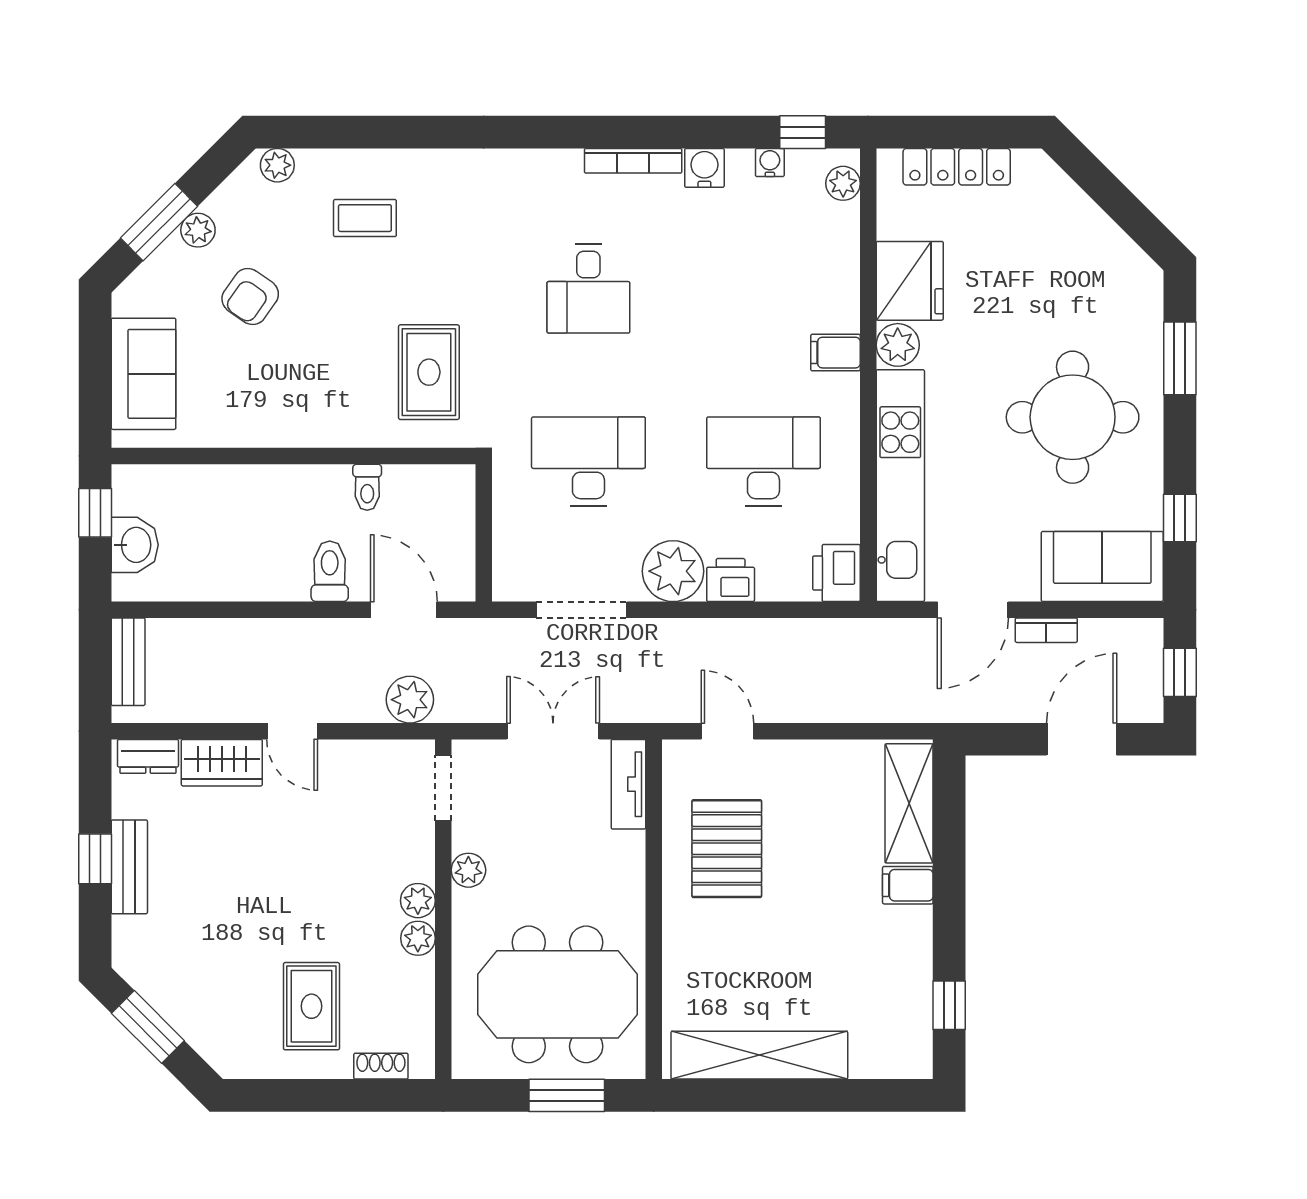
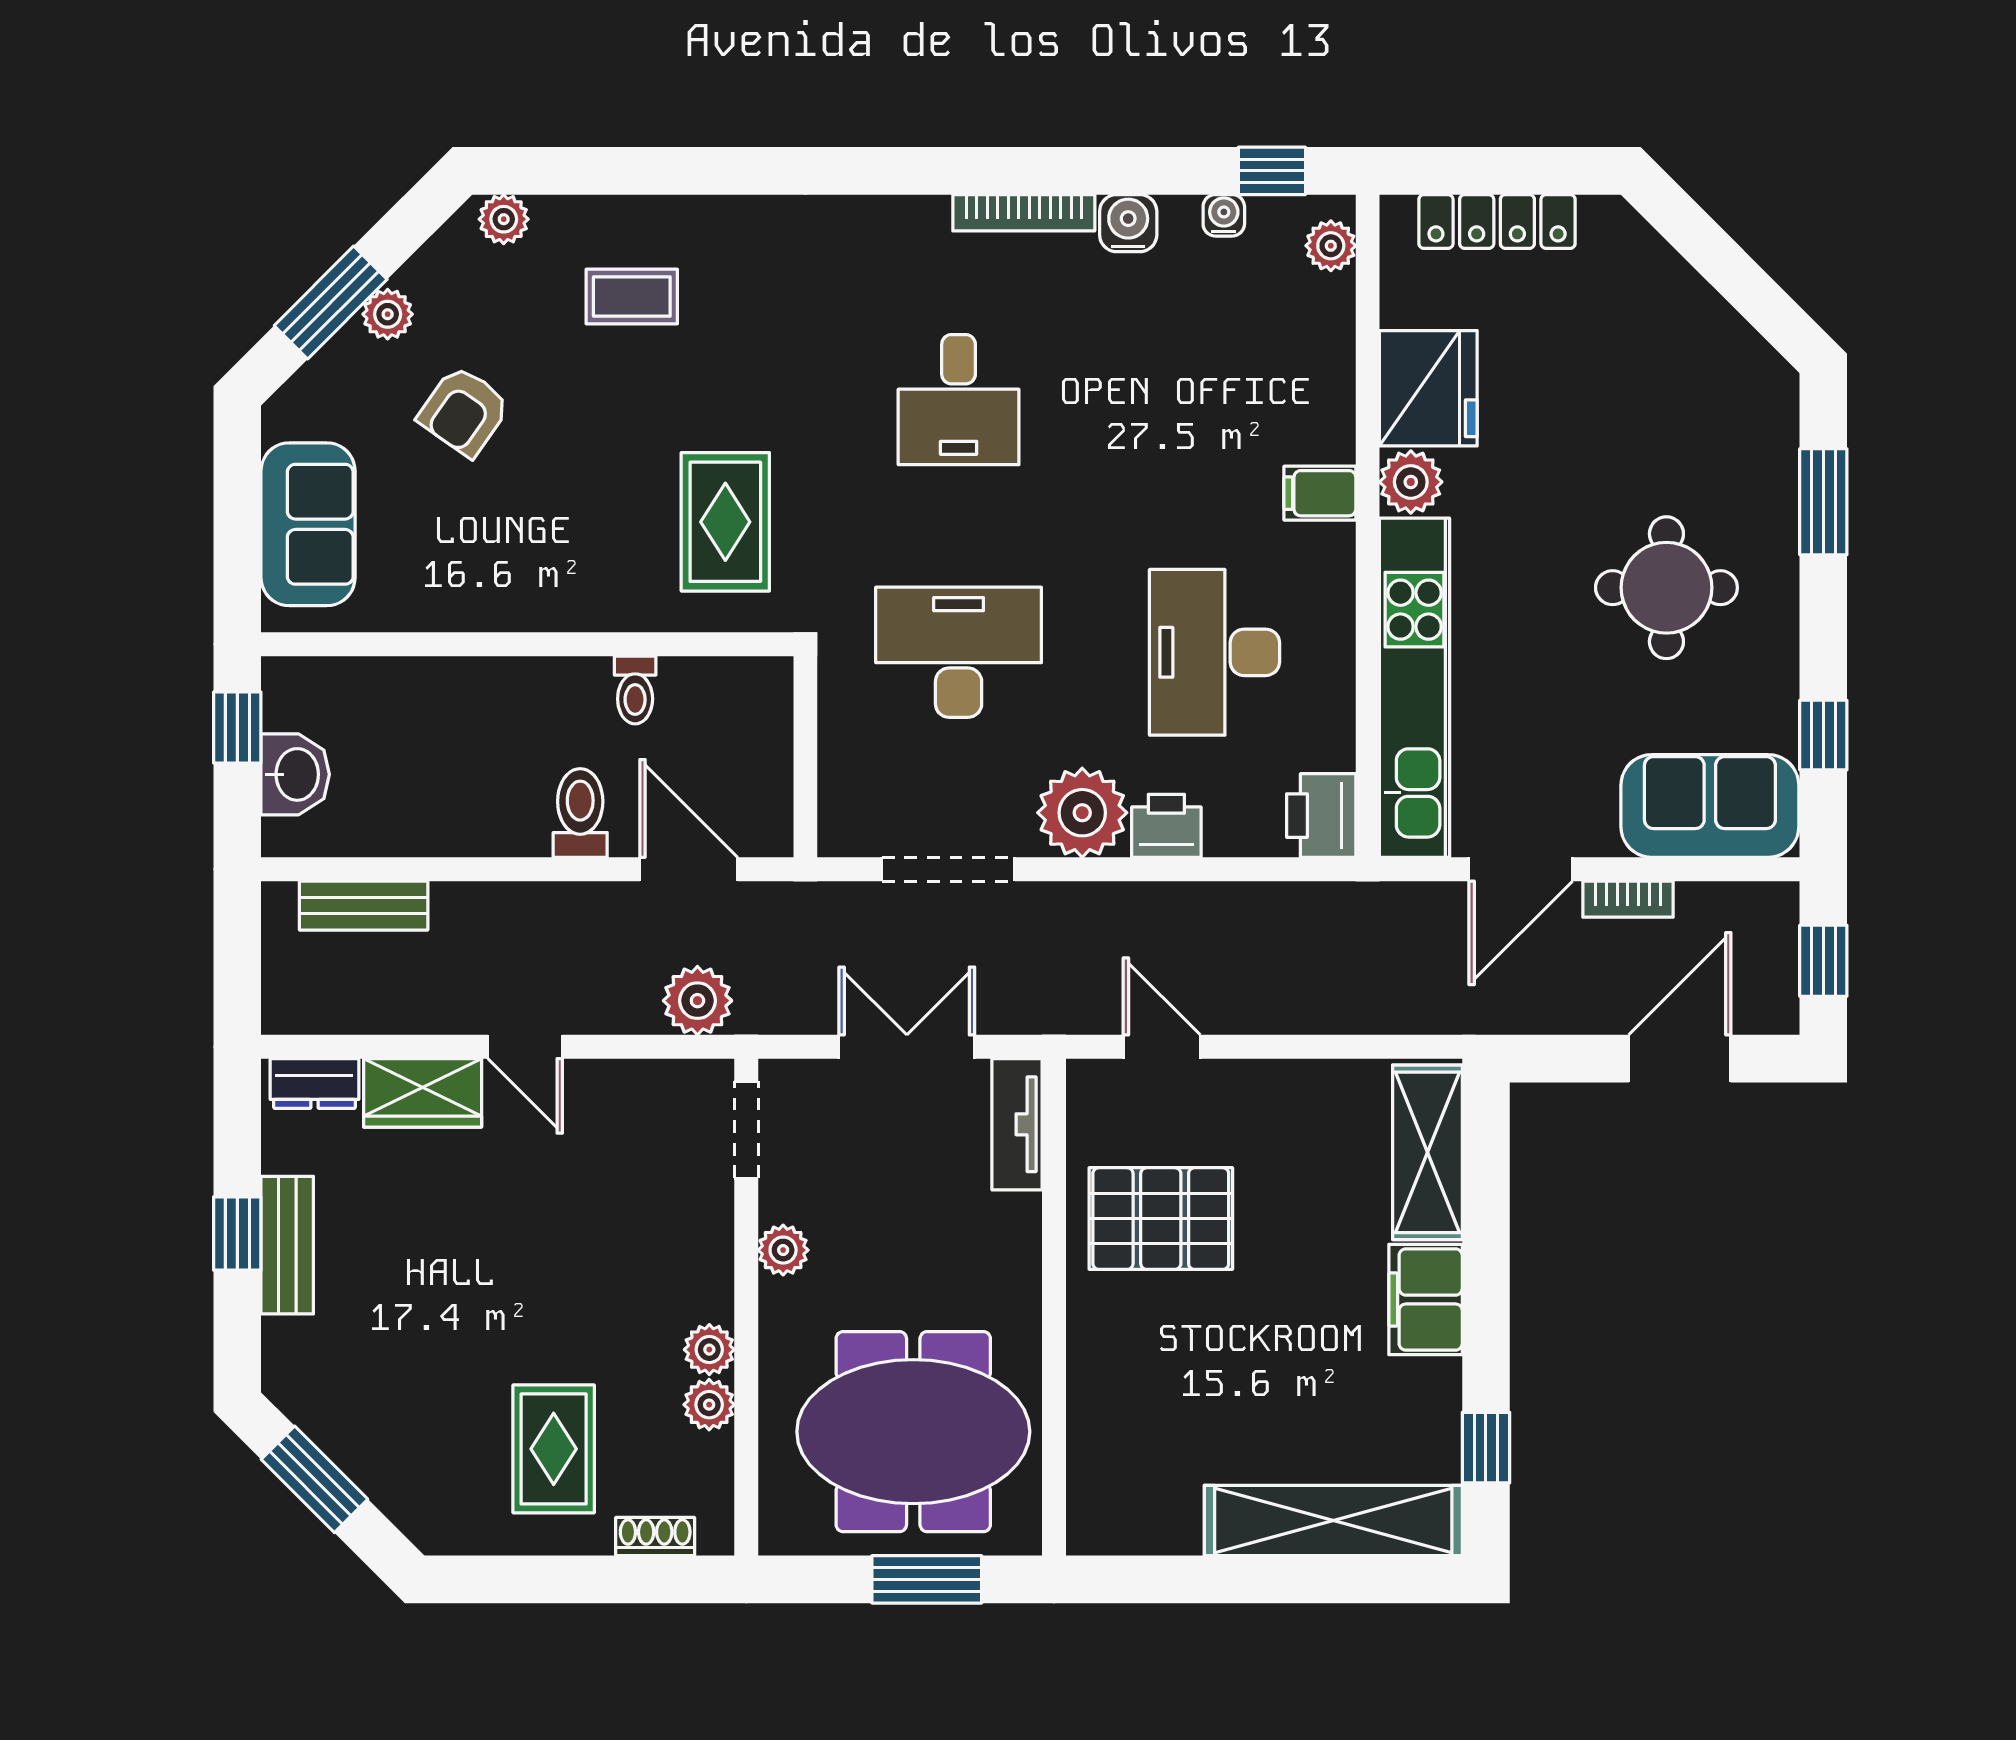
round table: (1073, 417) -> (1666, 588), width x0.73, depth x0.73
desk: (763, 461) -> (1214, 652), turned -90
bench: (128, 662) -> (364, 906), moved, turned 90
pallet: (727, 849) -> (1161, 1219), turned 90
filing cabinet: (908, 885) -> (1426, 1300), width x2.00
plant: (418, 901) -> (709, 1405), moved
shelving: (759, 1055) -> (1333, 1521), moved

